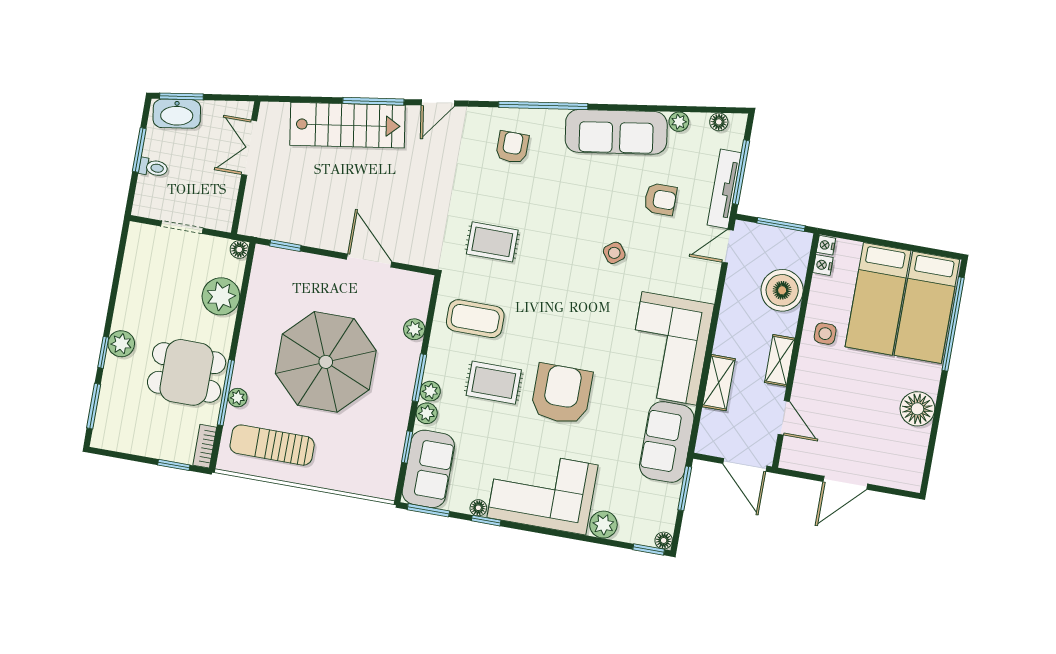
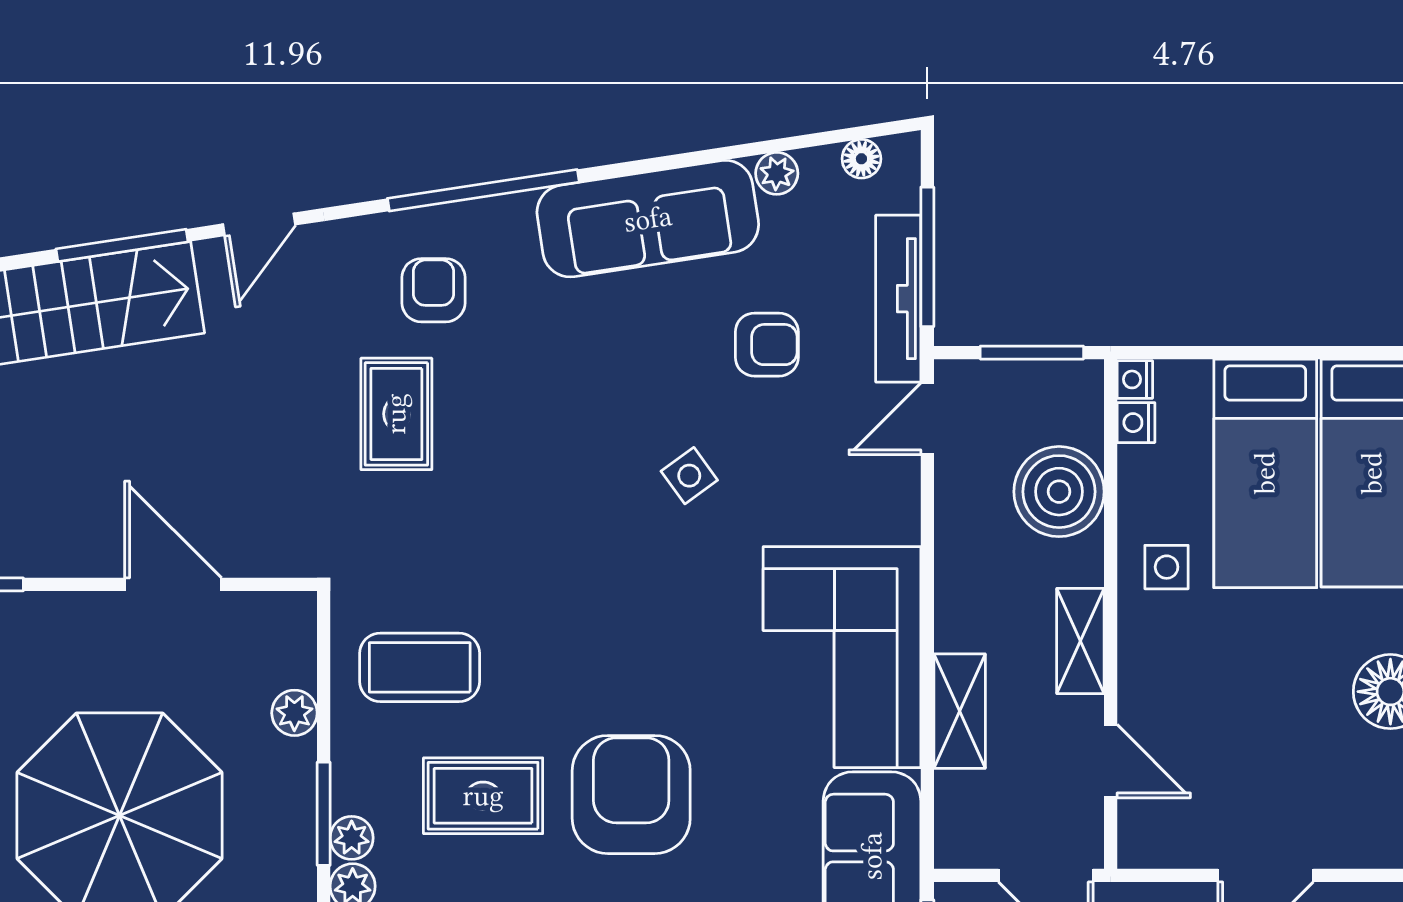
rug: (492, 242) -> (396, 414), moved, turned 90

